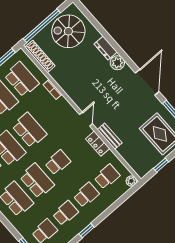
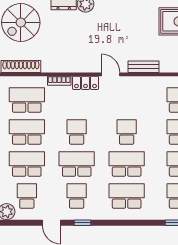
school desk: (29, 130) -> (77, 132), width x0.54
locker: (98, 144) -> (85, 83), moved

